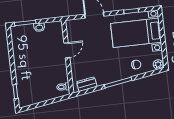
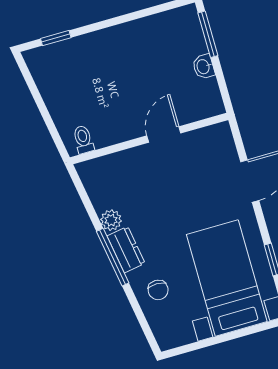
door: (67, 50) -> (164, 134), swing flipped
plant: (158, 64) -> (111, 220), moved
dresser: (87, 84) -> (126, 250), moved

